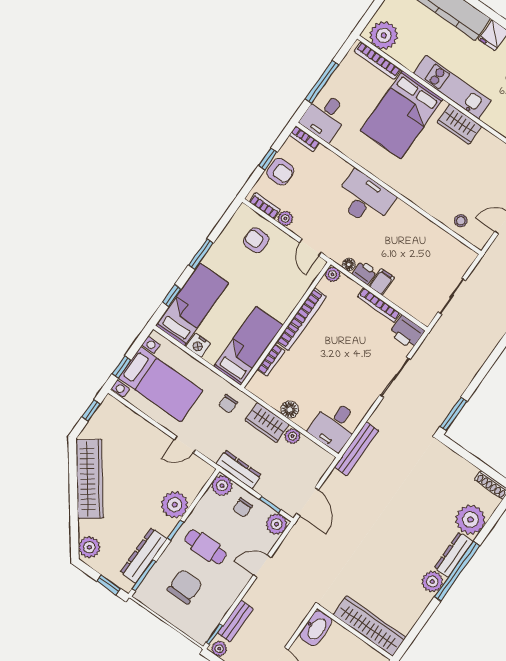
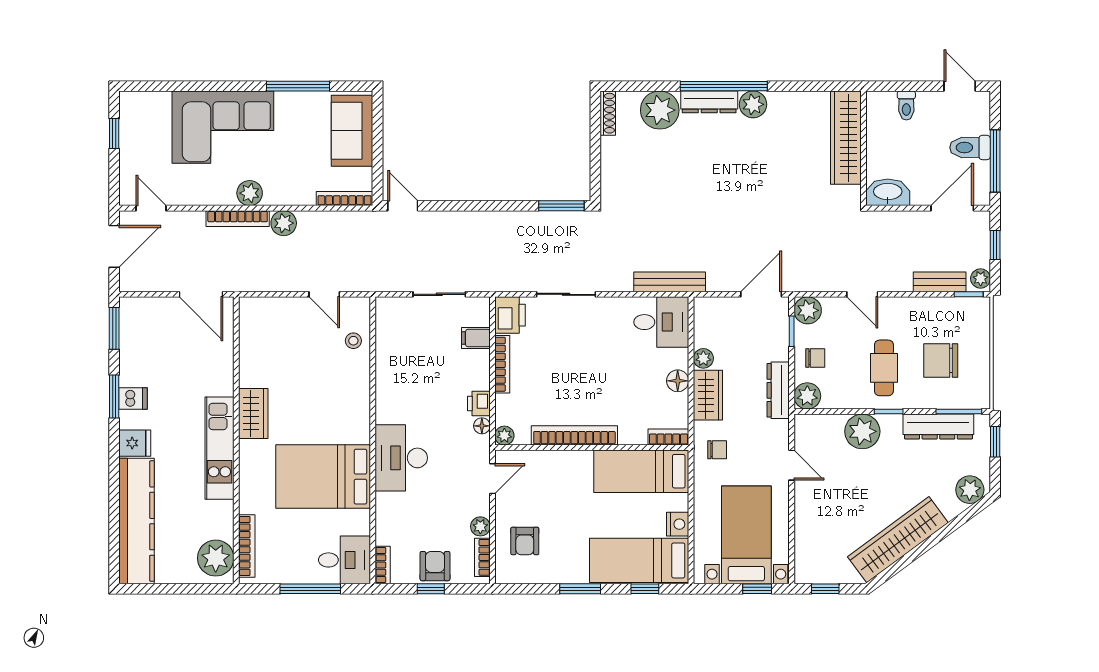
bed: (402, 115) -> (323, 477), moved, turned 180
filing cabinet: (382, 282) -> (476, 338), moved
bookcase: (271, 360) -> (668, 437), moved

